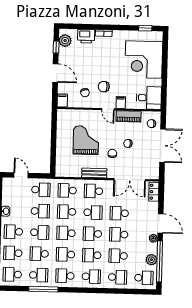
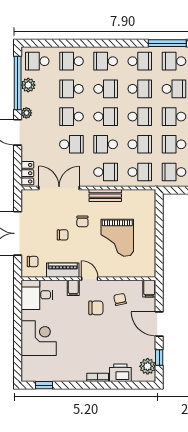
corner desk: (144, 60) -> (39, 338), width x0.74, depth x0.74
school desk: (119, 234) -> (71, 117), turned 180
school desk: (118, 256) -> (71, 89), turned 180

